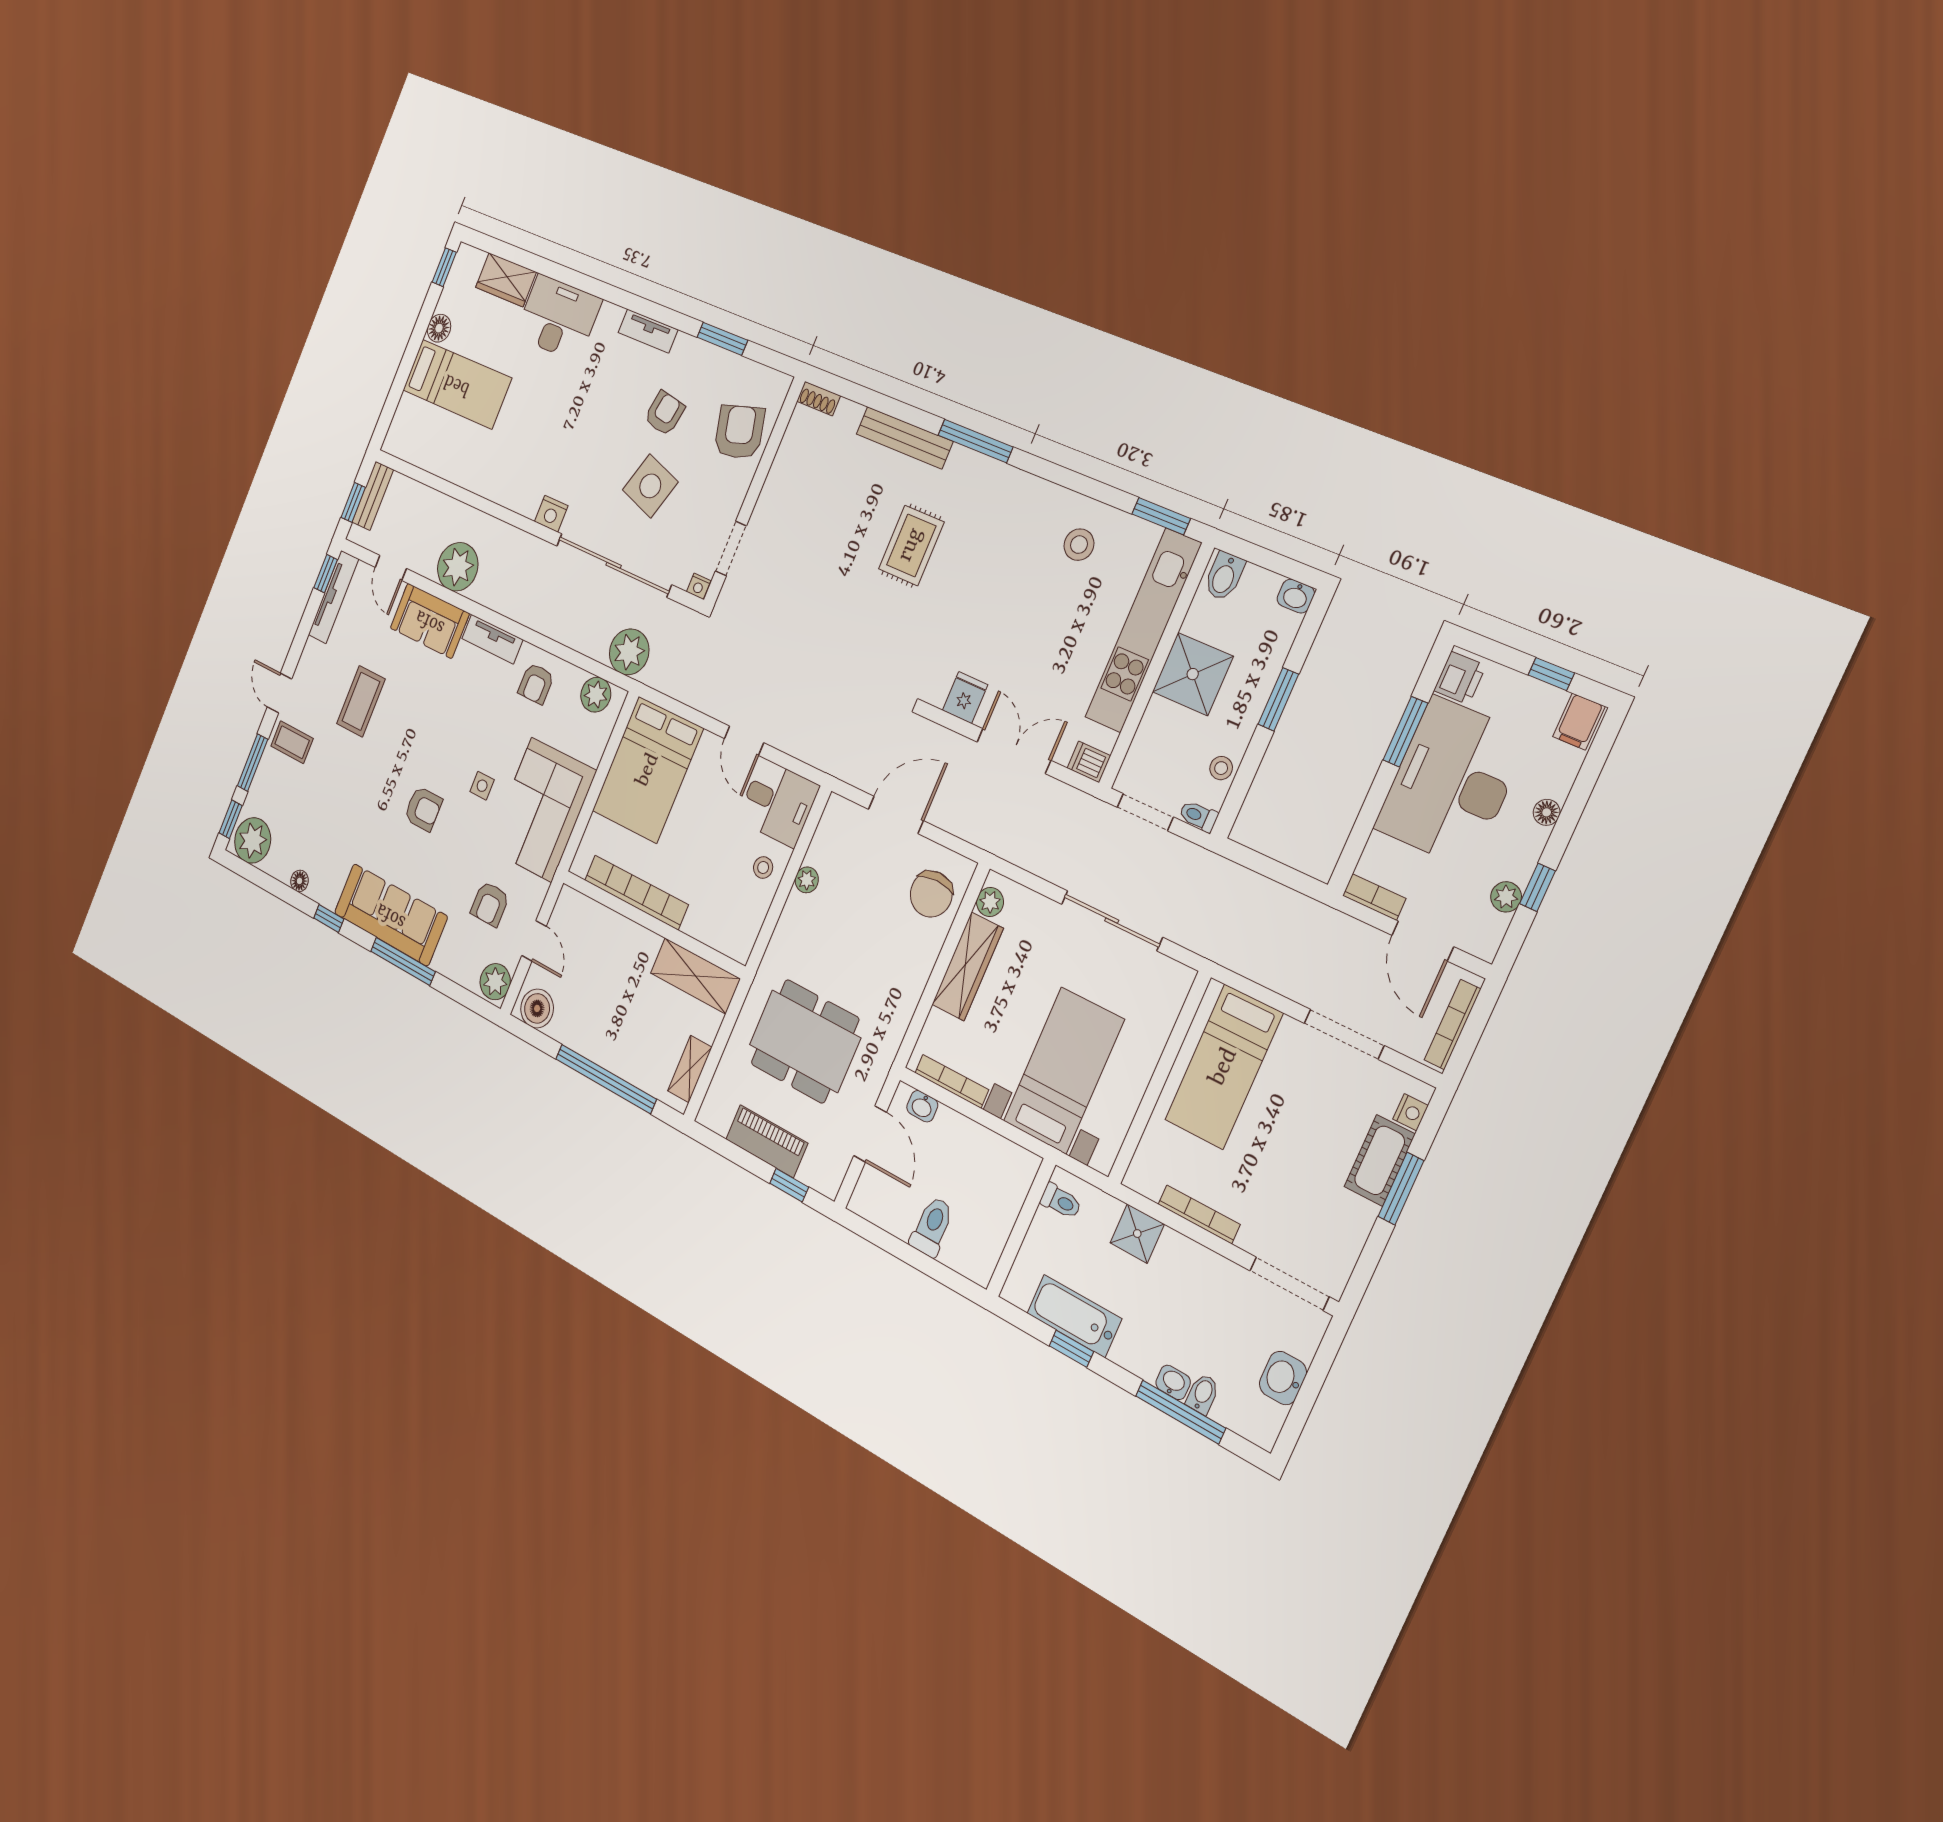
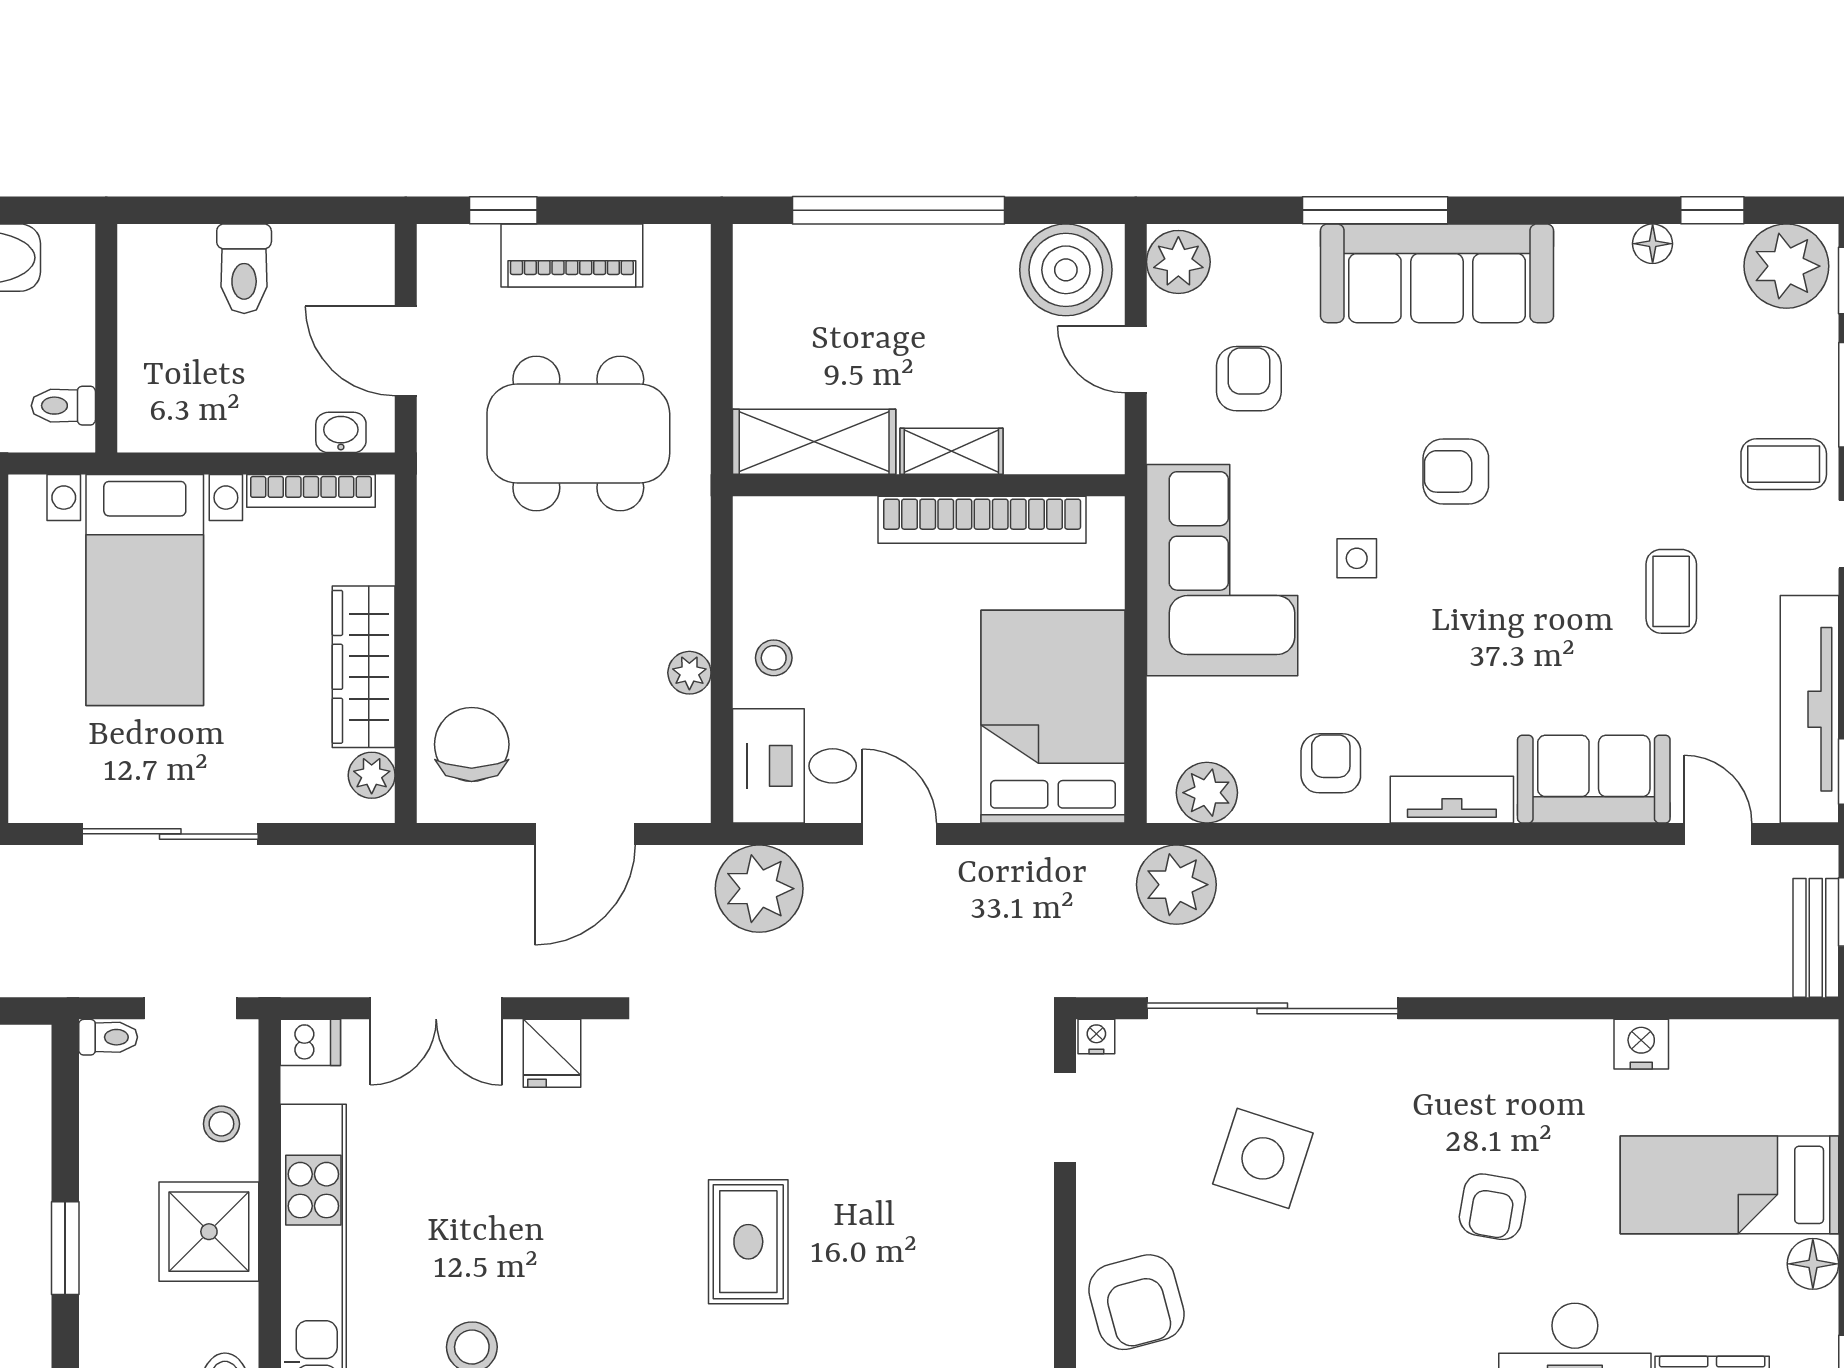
armchair: (665, 413) -> (1492, 1207), moved
nightstand: (551, 514) -> (1641, 1044), moved
plant: (458, 567) -> (759, 889), moved
tv unit: (333, 597) -> (1809, 709), width x1.36, depth x1.29
coffee table: (361, 701) -> (1671, 591), width x0.73, depth x0.77
stool: (1221, 768) -> (221, 1124), moved
window: (329, 918) -> (1712, 210), moved
boiler: (537, 1008) -> (1066, 270), width x1.37, depth x1.37
shelving: (690, 1069) -> (951, 451), moved, turned 90

